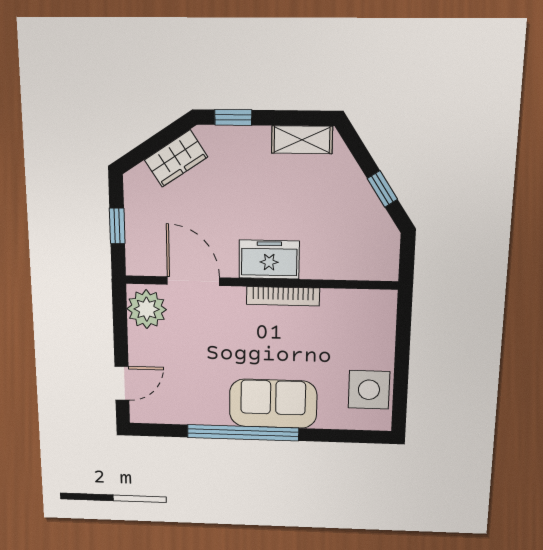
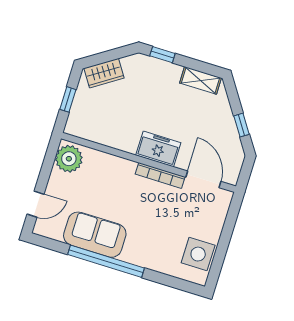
wardrobe: (176, 158) -> (104, 73), moved
door: (193, 281) -> (203, 179), moved
sofa: (273, 404) -> (95, 235), moved

